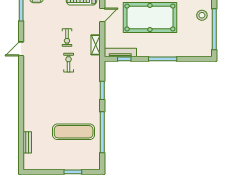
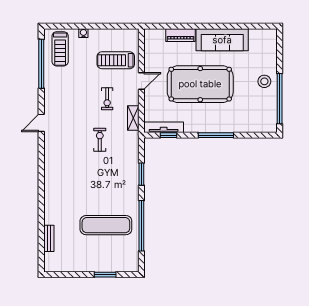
exercise bike: (67, 38) -> (107, 99), moved

